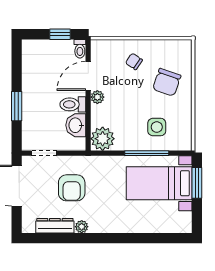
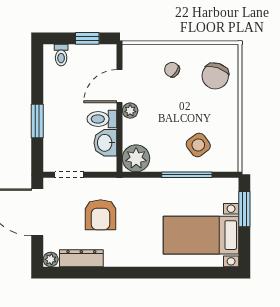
toilet: (80, 49) -> (61, 55), moved
chair: (167, 82) -> (215, 76), moved
side table: (157, 127) -> (198, 145), turned -37
bed with nightstands: (159, 183) -> (201, 235), moved
plant: (82, 227) -> (51, 259), moved

